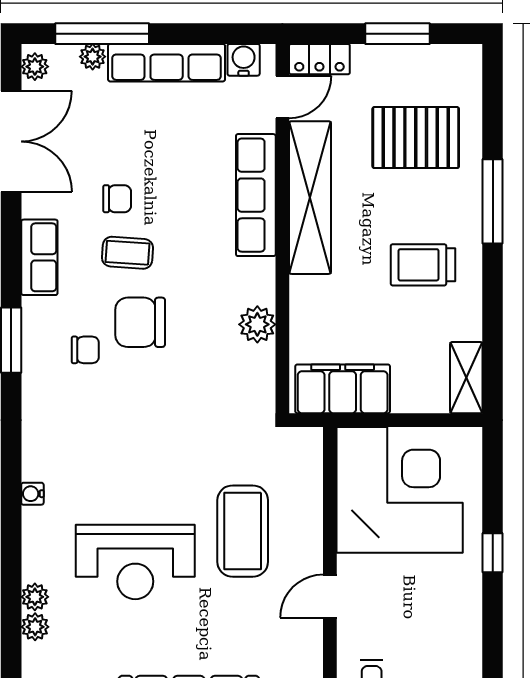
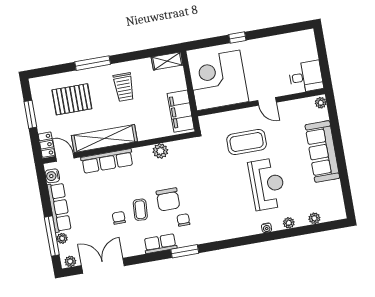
pallet: (416, 138) -> (72, 99), turned 90
row of seats: (39, 257) -> (160, 244), moved
water cooler: (32, 494) -> (267, 228), moved
plant: (35, 627) -> (314, 218), moved

